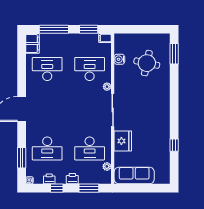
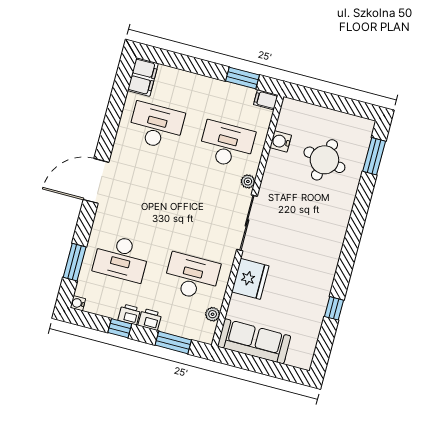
window: (54, 29) -> (185, 63), removed
desk: (90, 148) -> (192, 277), turned 180
printer: (49, 179) -> (129, 314), moved

